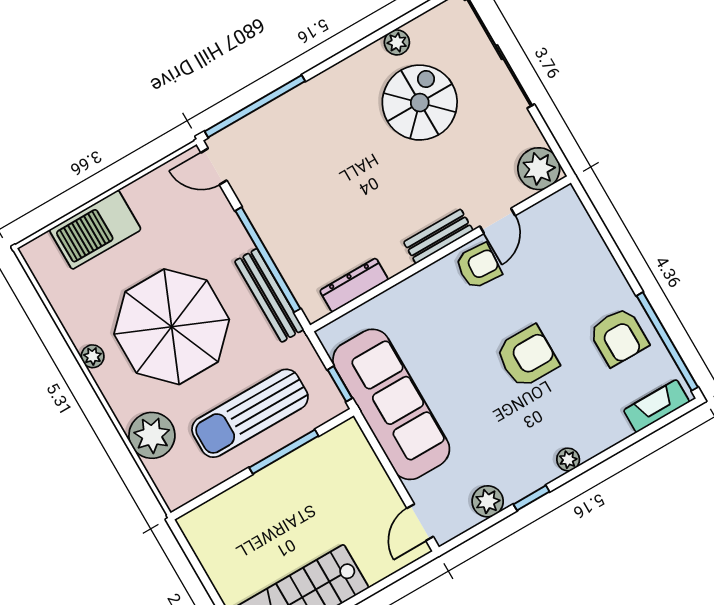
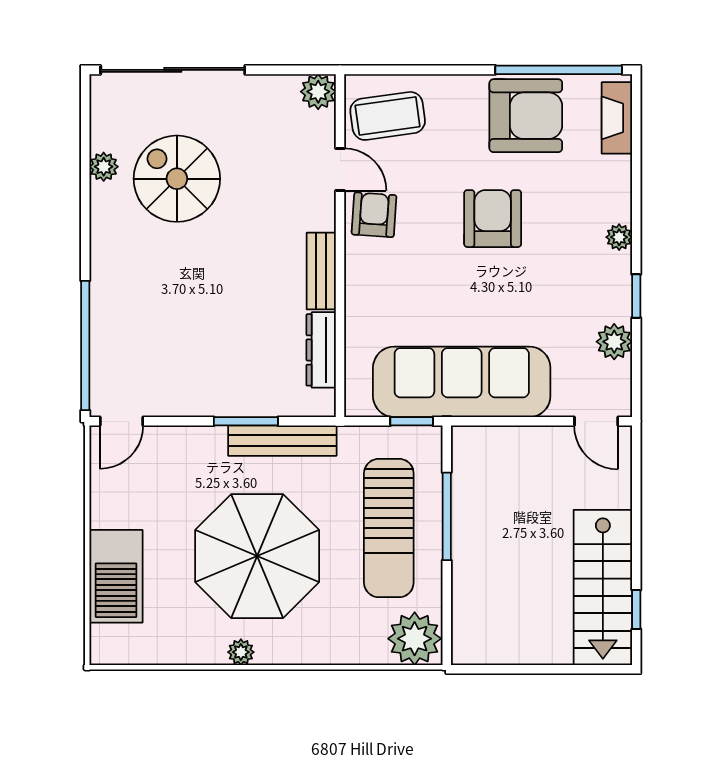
plant: (539, 169) -> (318, 92), width x0.73, depth x0.73
coffee table: (558, 233) -> (388, 116), added
bench: (438, 236) -> (321, 271), moved
window: (268, 260) -> (246, 421), width x0.47
armchair: (619, 337) -> (526, 116), width x1.36, depth x1.36
plant: (152, 435) -> (415, 639), moved

